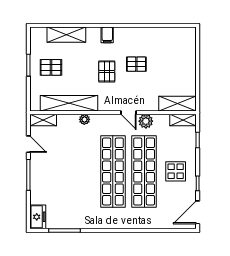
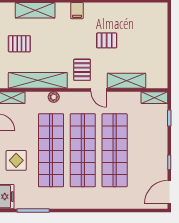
pallet: (107, 71) -> (82, 70), moved
shelving: (177, 104) -> (126, 81), moved
plant: (146, 121) -> (116, 99), removed
display table: (176, 171) -> (16, 160), moved
shop shelf: (82, 172) -> (51, 150), added

